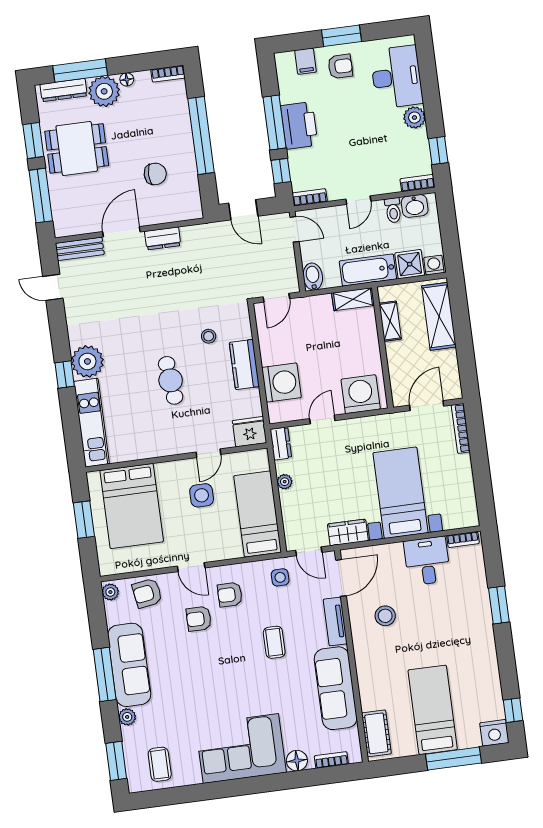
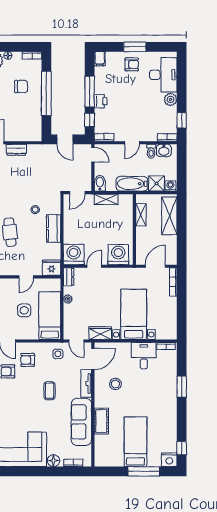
filing cabinet: (305, 61) -> (100, 59), moved
printer: (299, 125) -> (101, 101), width x0.53, depth x0.68
chair: (155, 174) -> (21, 86), moved
shelving: (353, 299) -> (106, 199), moved
washing machine: (282, 382) -> (74, 255), moved, turned -90
side table: (202, 495) -> (24, 310), moved
cot: (376, 733) -> (101, 421), moved

